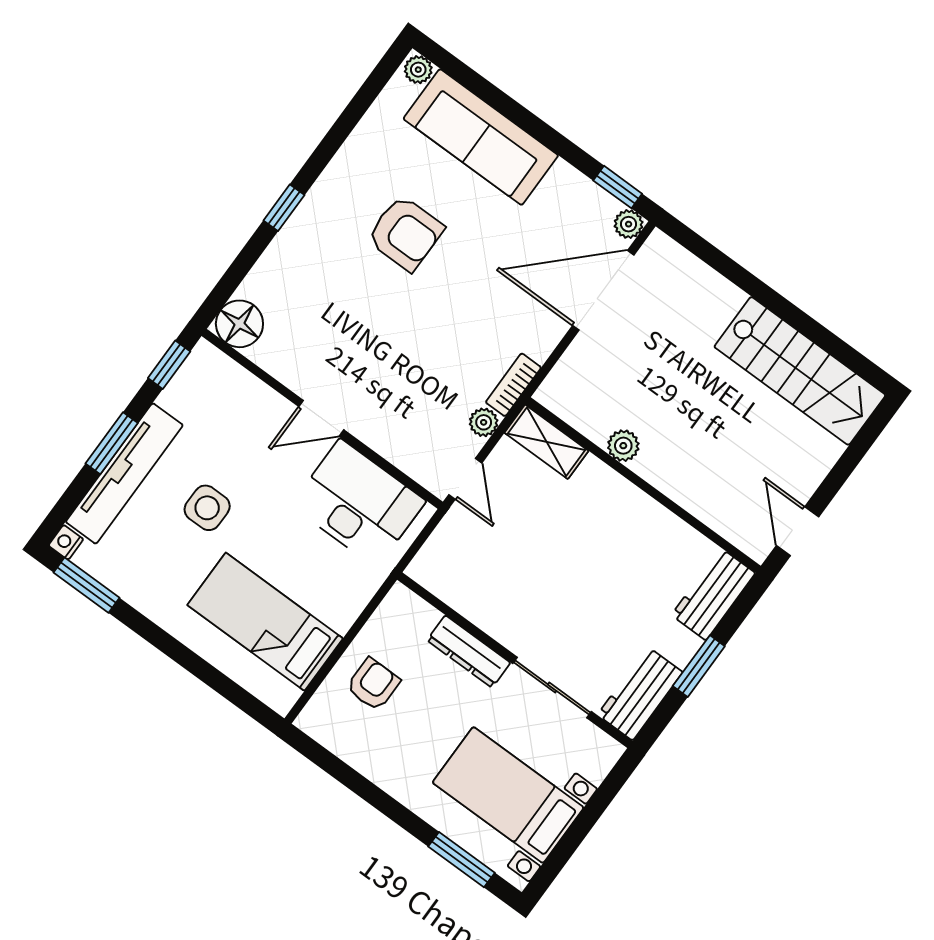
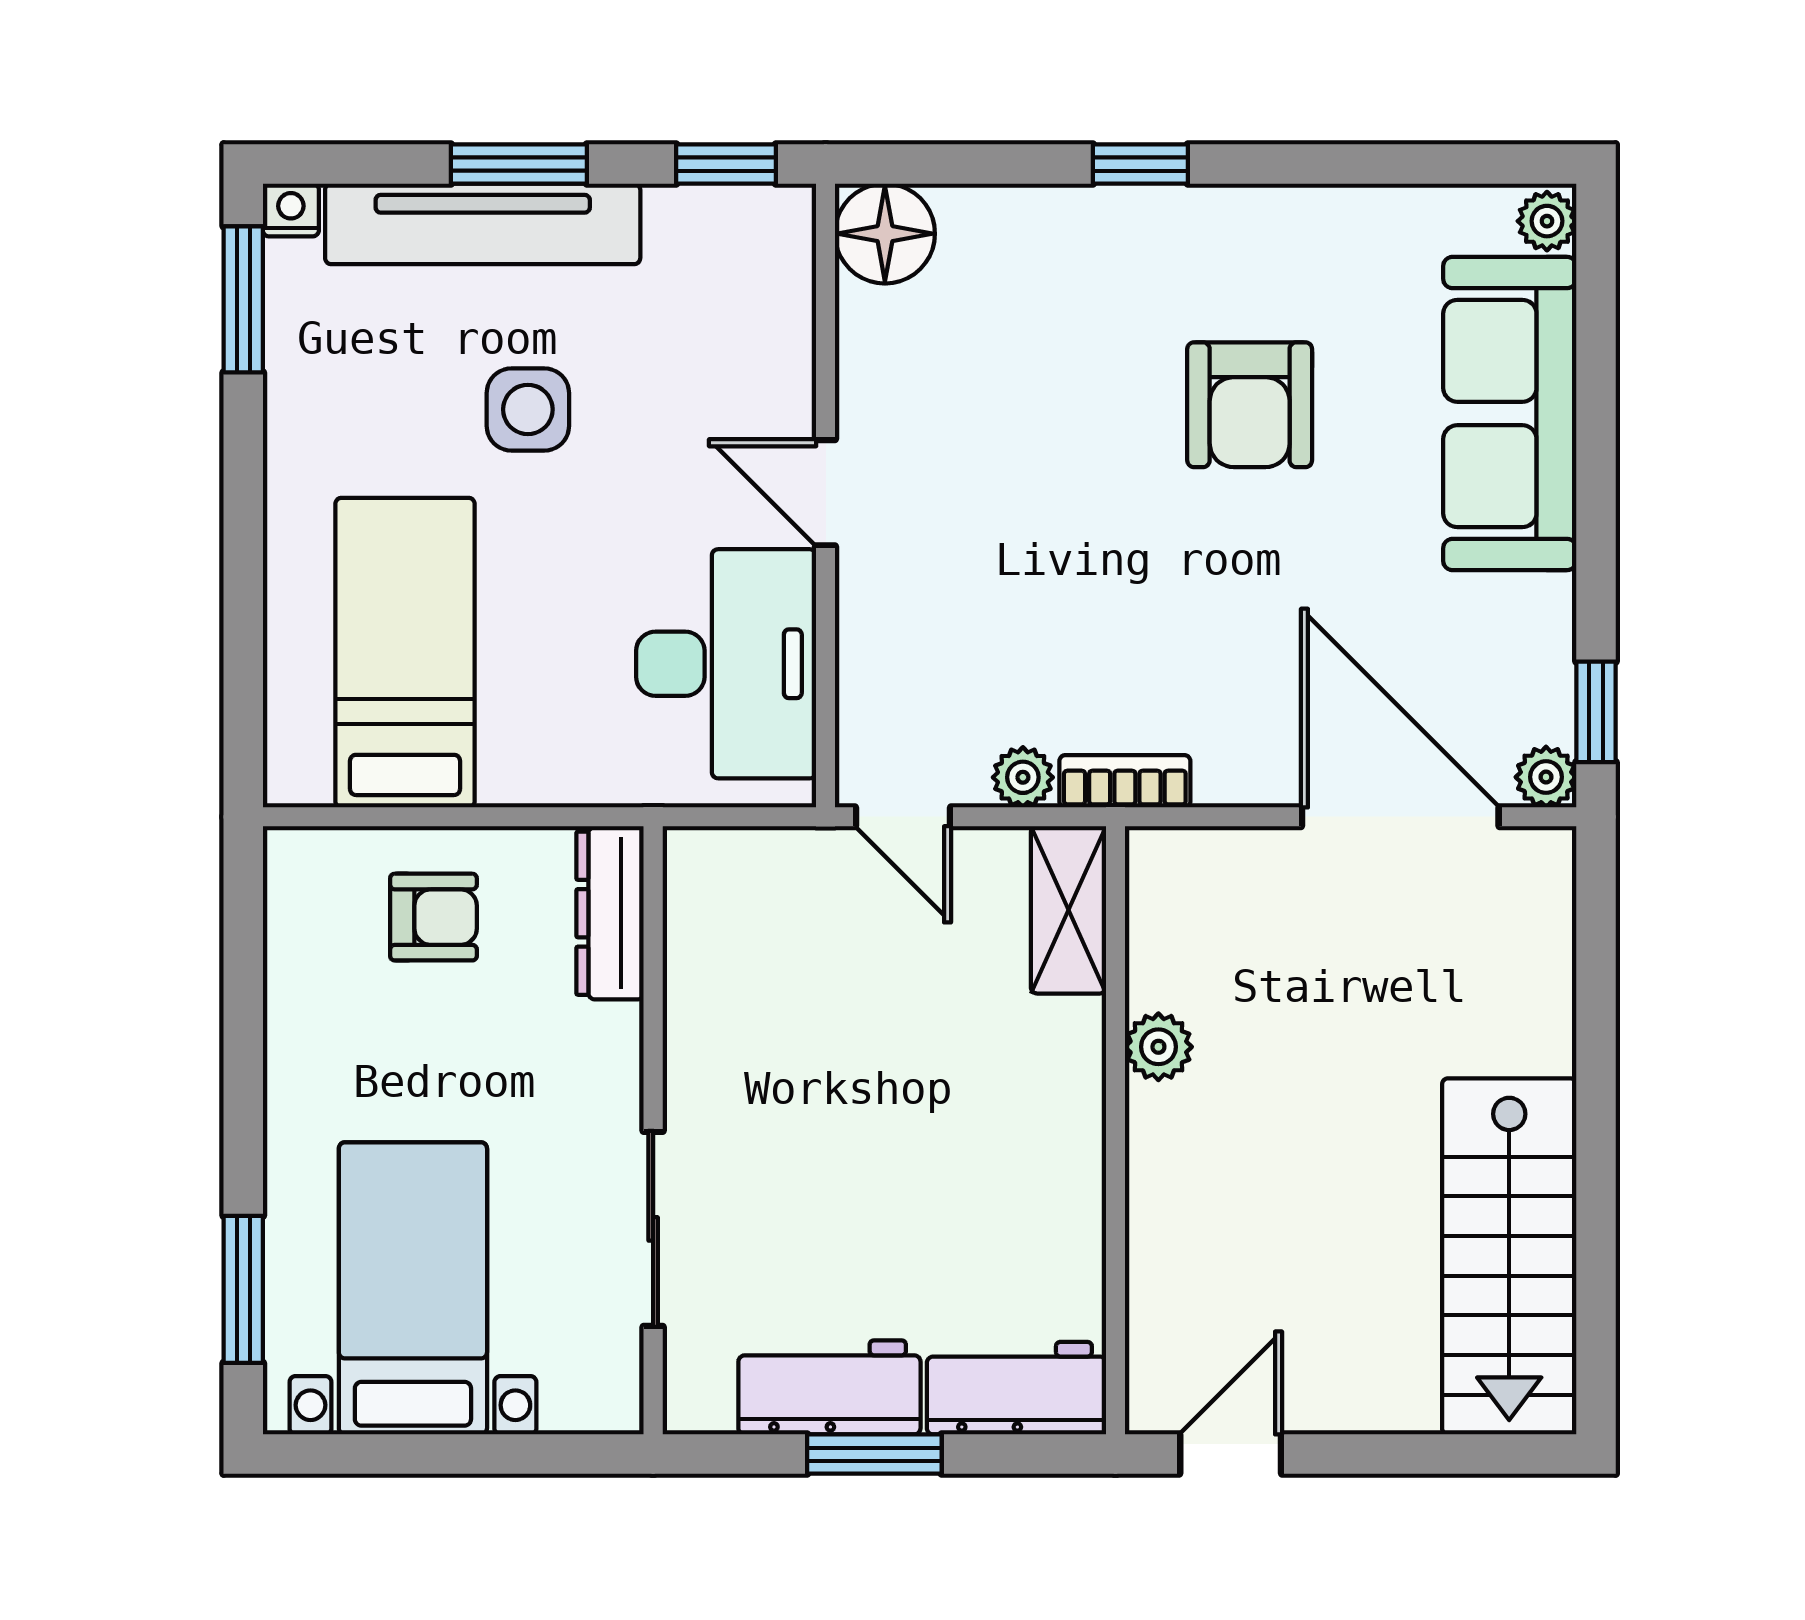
door: (465, 479) -> (903, 817), hinge flipped
dresser: (469, 651) -> (610, 913), moved
workbench: (640, 693) -> (829, 1387), moved

